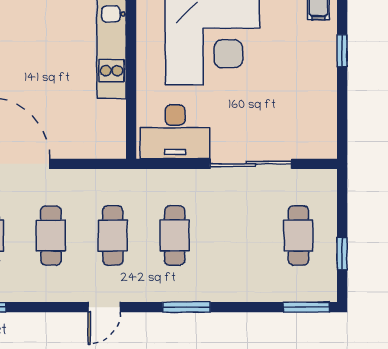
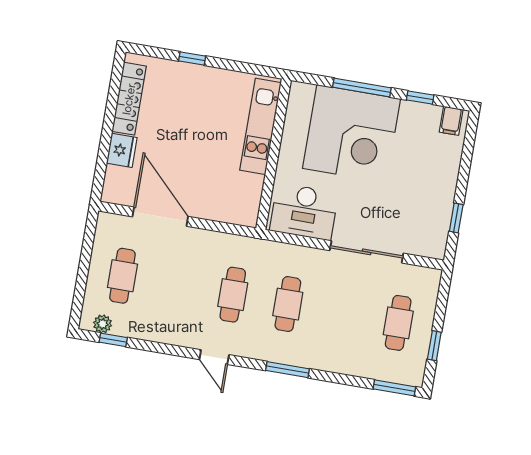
window: (342, 51) -> (456, 218), moved
cafe table: (51, 235) -> (178, 285), removed
door: (104, 307) -> (214, 357), hinge flipped

